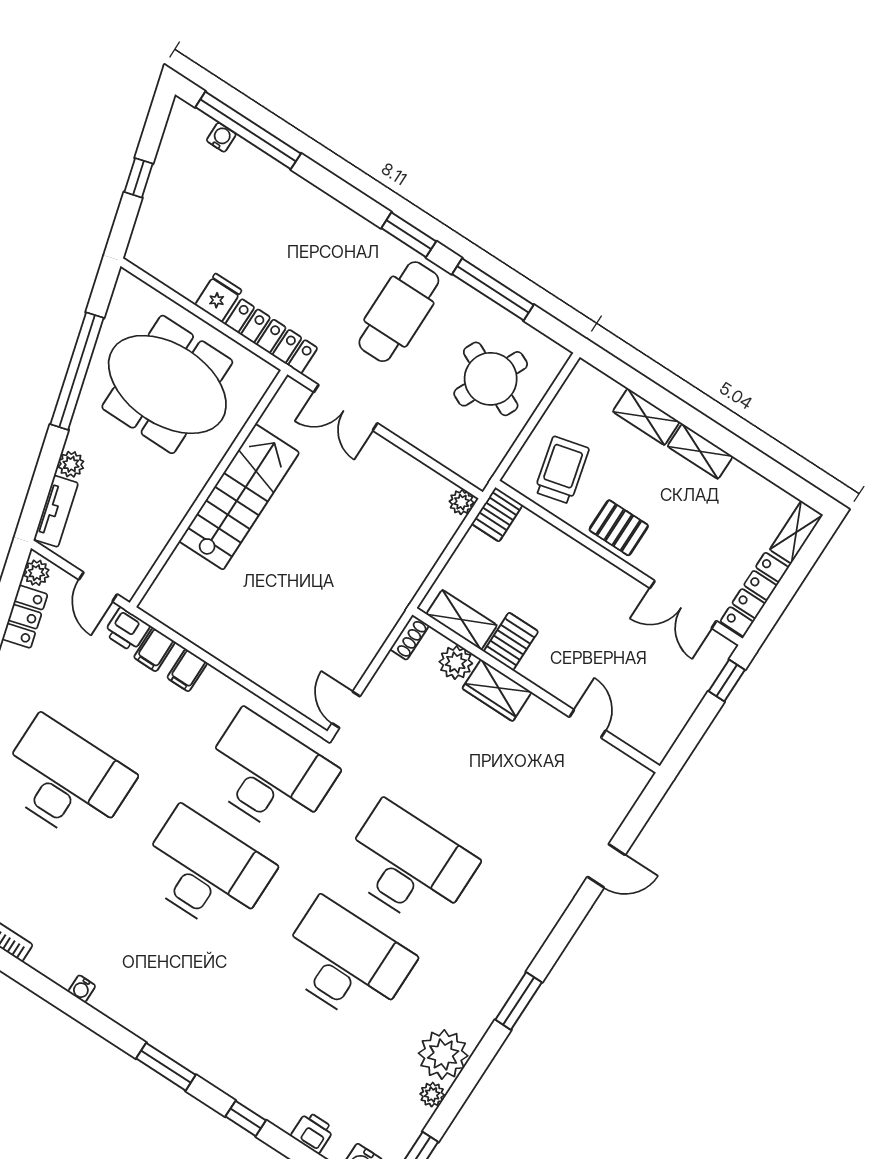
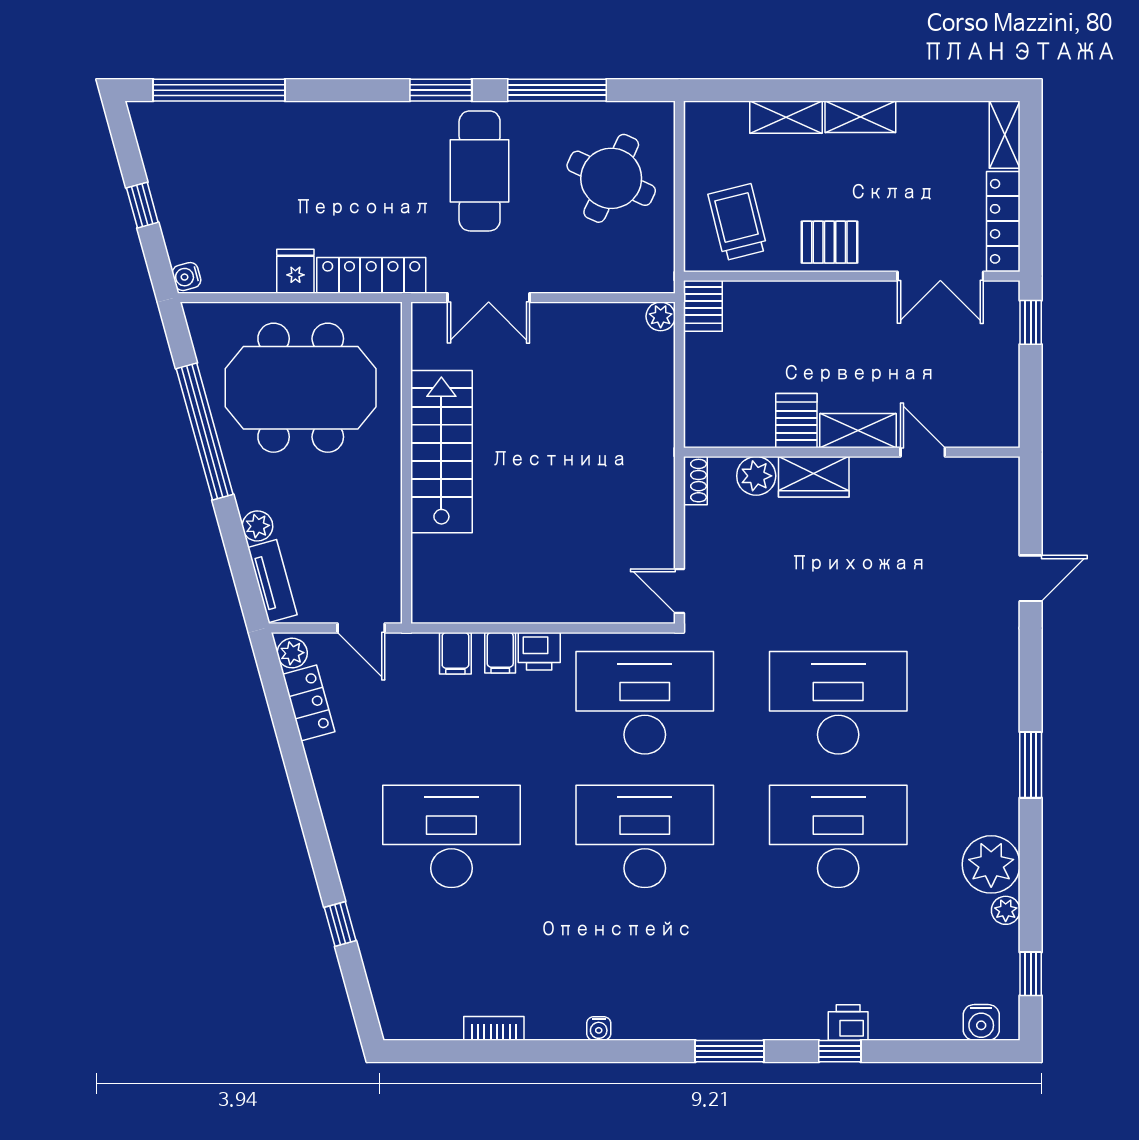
water cooler: (221, 137) -> (187, 277), moved, turned -105
shelving: (462, 620) -> (858, 431), moved
printer: (127, 630) -> (539, 651), moved
printer: (313, 1132) -> (848, 1022), moved

